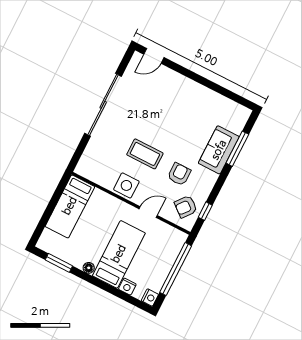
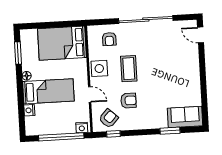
window: (237, 149) -> (170, 131), width x0.69
sofa: (219, 150) -> (185, 117), moved
armchair: (101, 156) -> (109, 39), added
bed: (70, 206) -> (62, 43), width x1.50
armchair: (186, 207) -> (109, 118), turned 94
nightstand: (150, 298) -> (82, 128), moved

